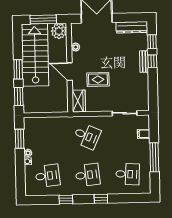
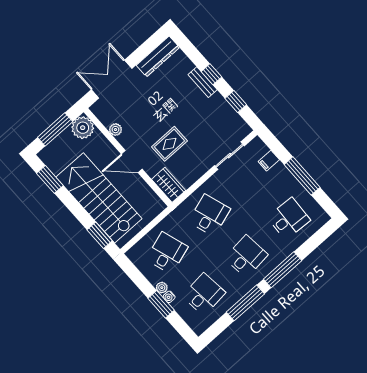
window: (152, 42) -> (236, 102), moved
stairs: (35, 55) -> (99, 198), moved
window: (18, 69) -> (50, 179), moved
desk: (87, 136) -> (209, 215), turned -42
desk: (47, 137) -> (167, 253), added
window: (20, 139) -> (161, 304), moved
window: (66, 199) -> (245, 303), width x2.17
window: (101, 199) -> (283, 270), width x2.17

